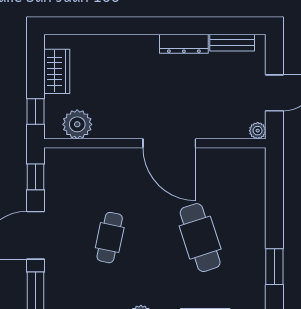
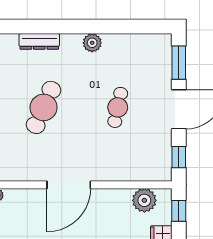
door: (169, 143) -> (69, 185), swing flipped
cafe table: (200, 238) -> (44, 107), turned 42

